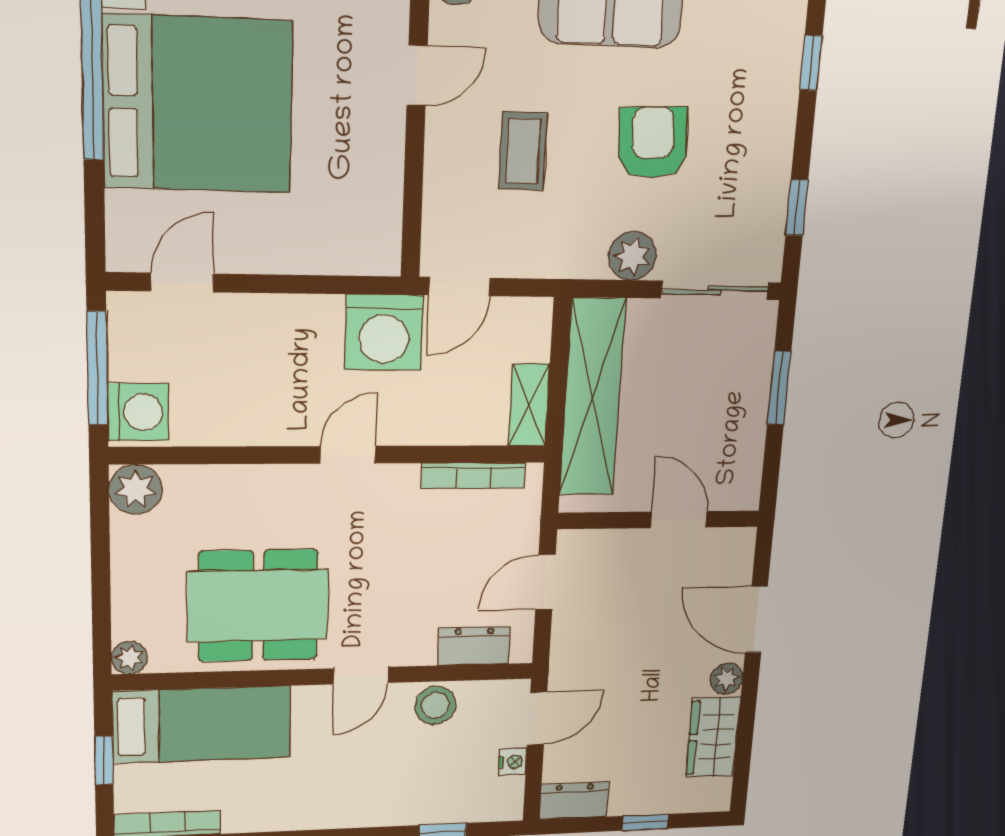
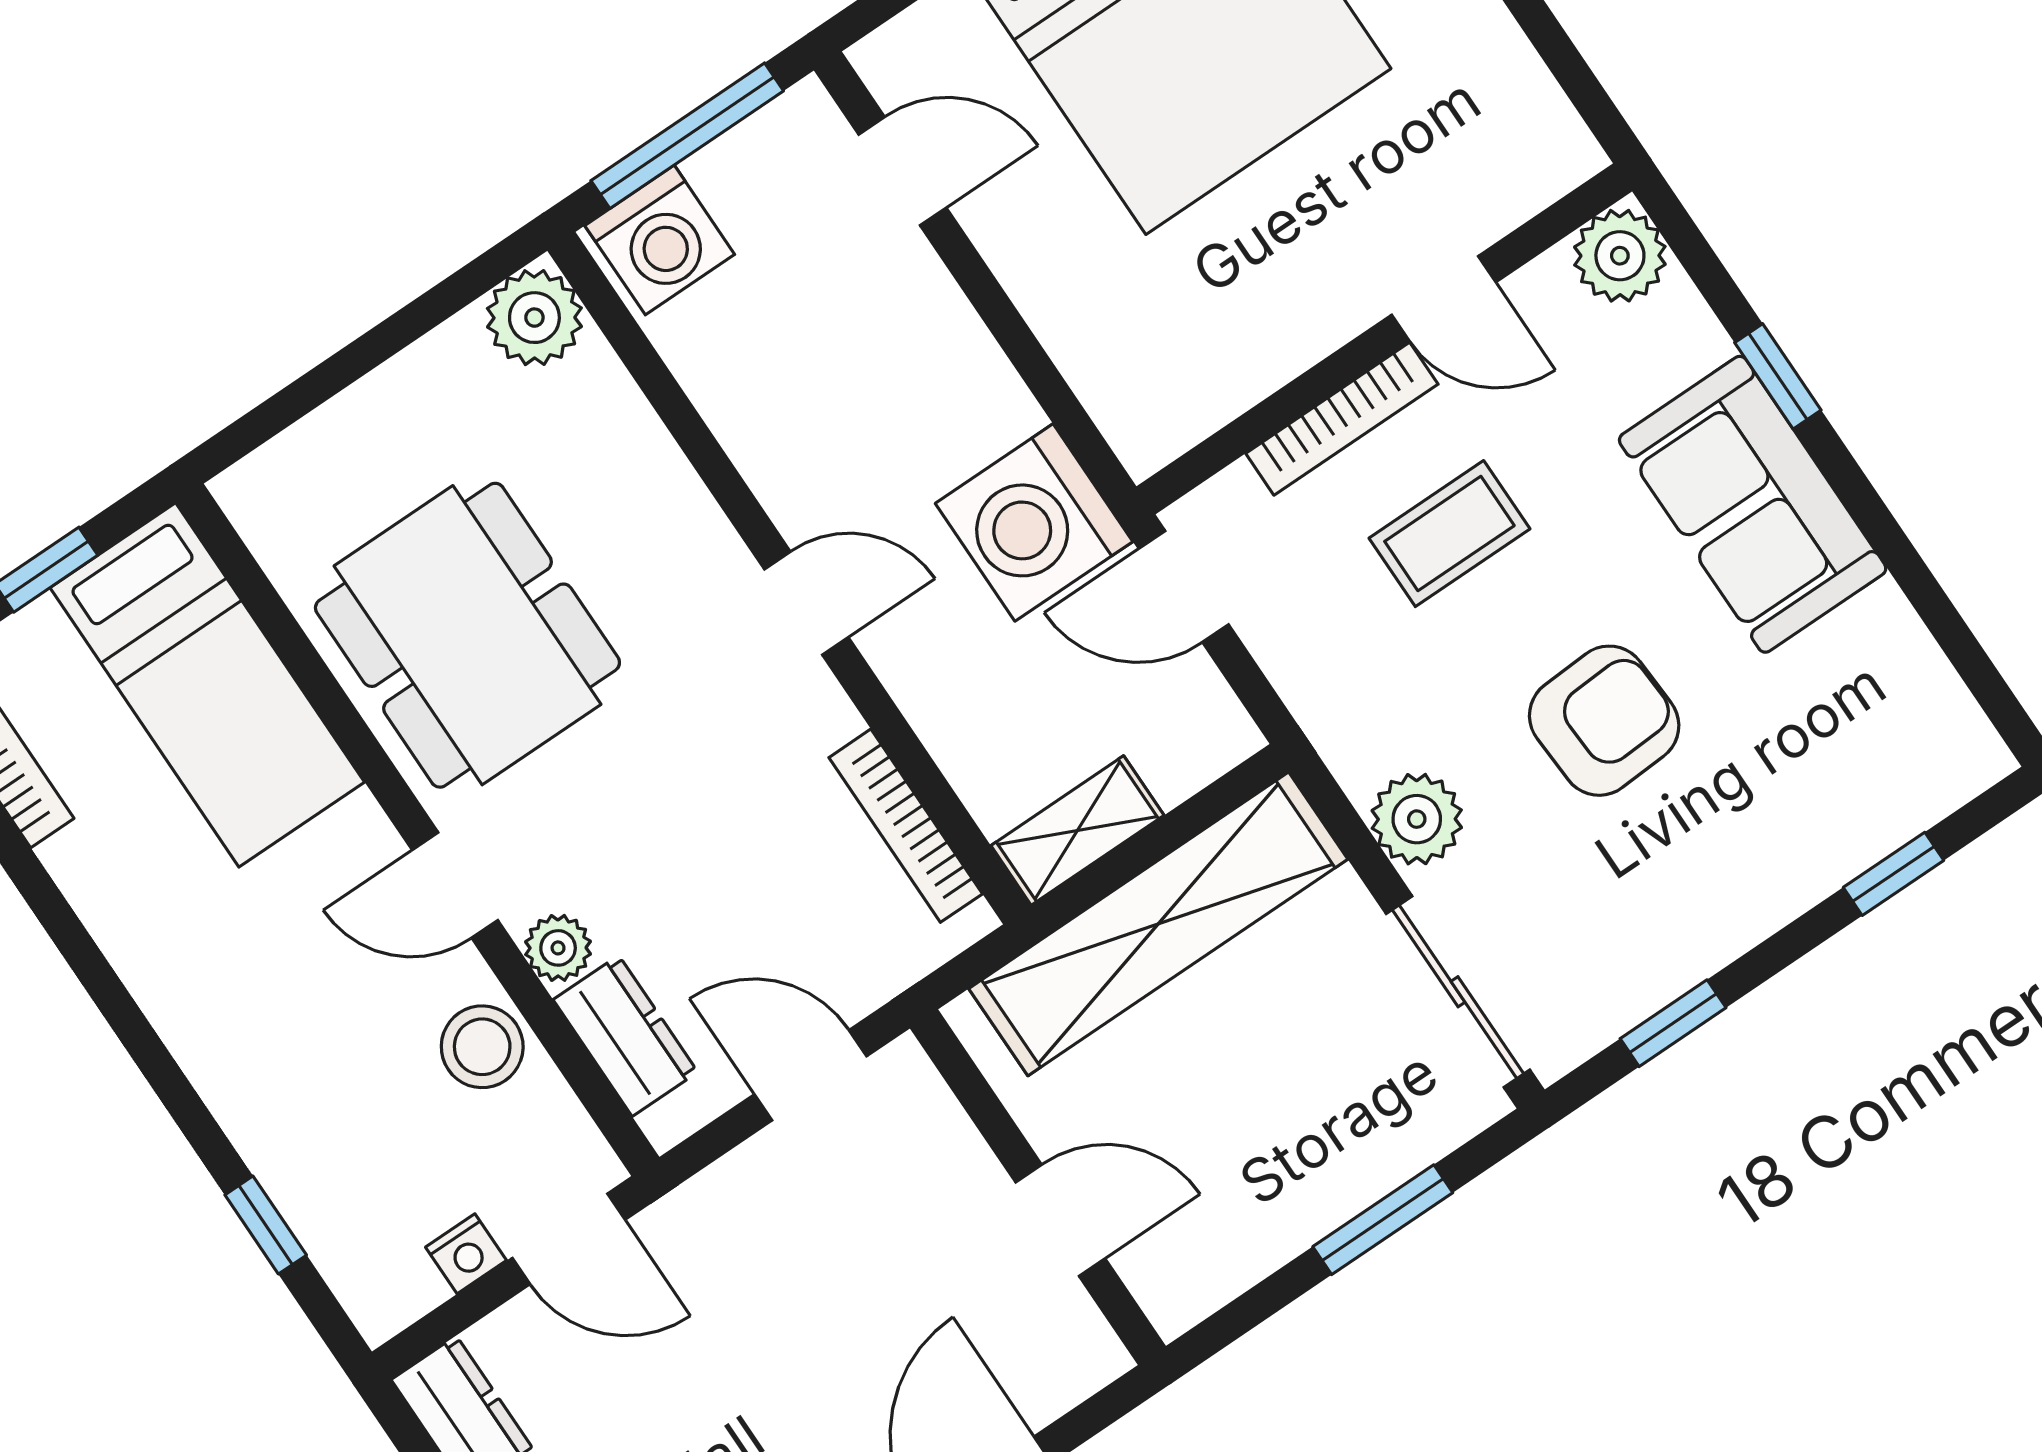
bookcase: (437, 163) -> (1342, 419), added
door: (679, 520) -> (1060, 1220), hinge flipped
plant: (129, 658) -> (558, 948), moved

